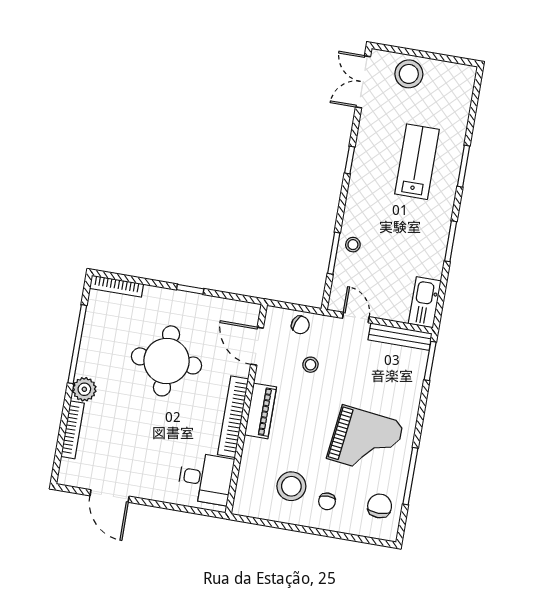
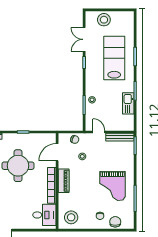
double door: (363, 82) -> (84, 39), moved
lab bench: (417, 162) -> (114, 58), width x1.36, depth x1.39
kitchen sink: (425, 302) -> (128, 103), moved
door: (257, 346) -> (57, 152), hinge flipped
grand piano: (366, 441) -> (113, 186), turned 83
stool: (291, 486) -> (71, 217), moved
chair: (380, 506) -> (115, 222), moved

